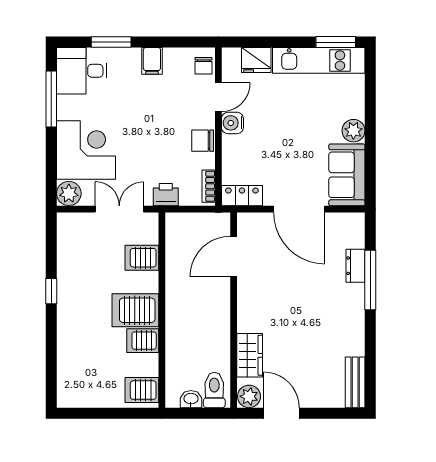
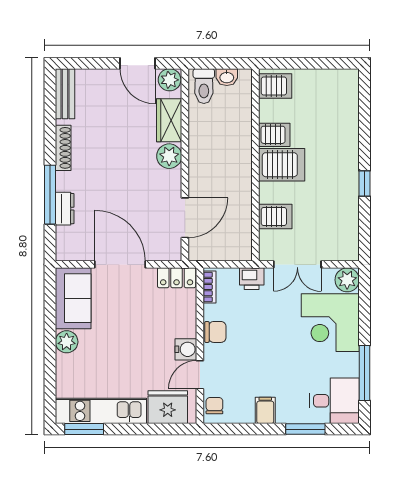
fridge: (256, 60) -> (168, 407), width x1.36, depth x1.34
plant: (249, 319) -> (169, 156), added
shoe rack: (357, 327) -> (63, 148), added

